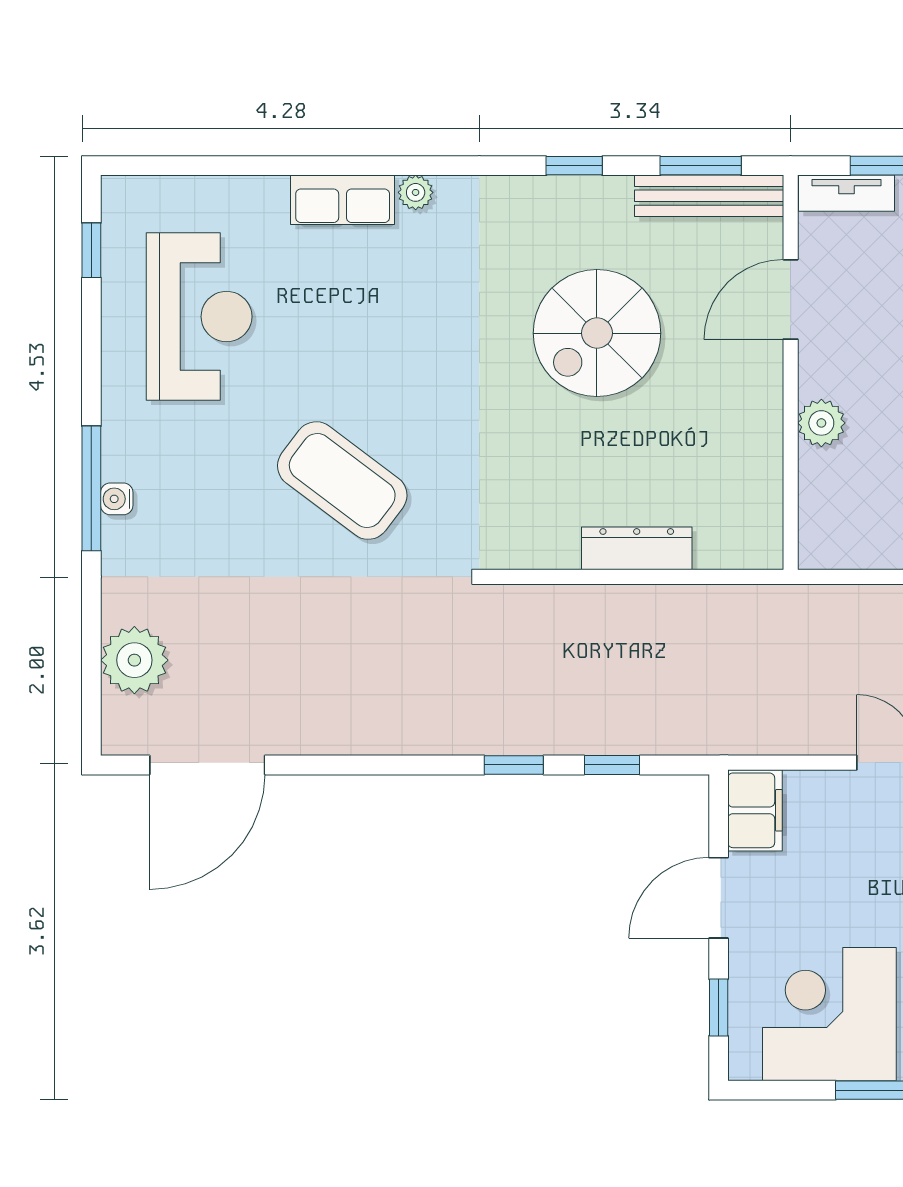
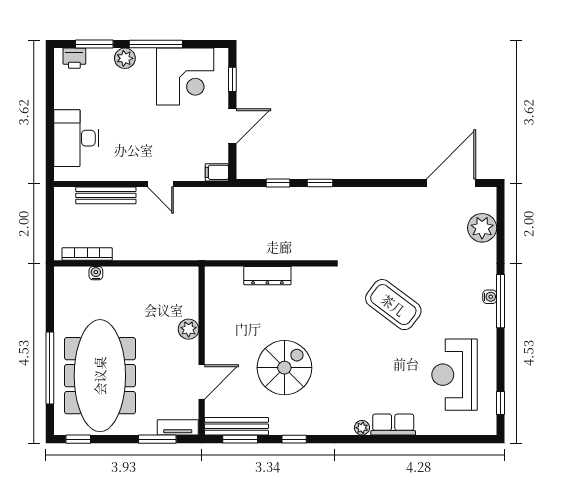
filing cabinet: (755, 810) -> (217, 172), width x0.50

